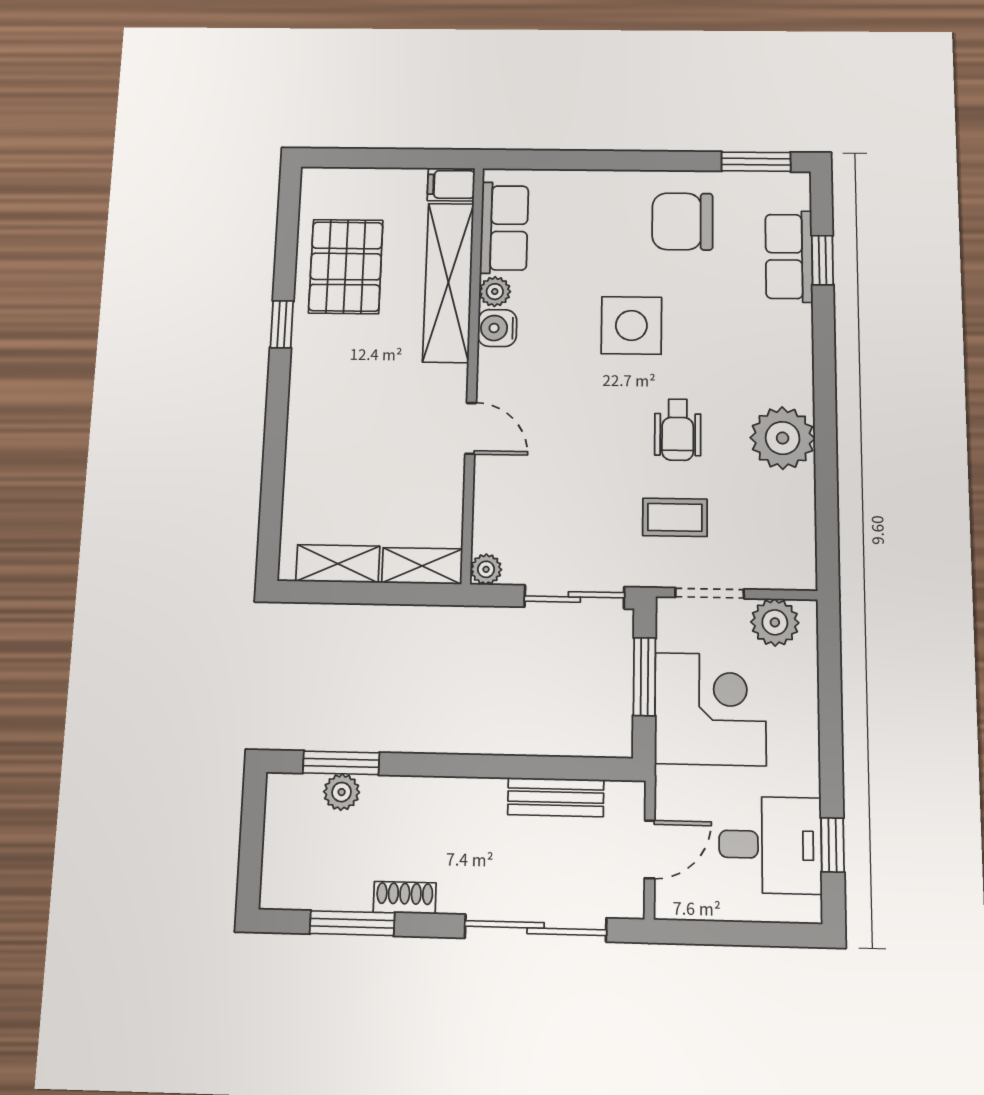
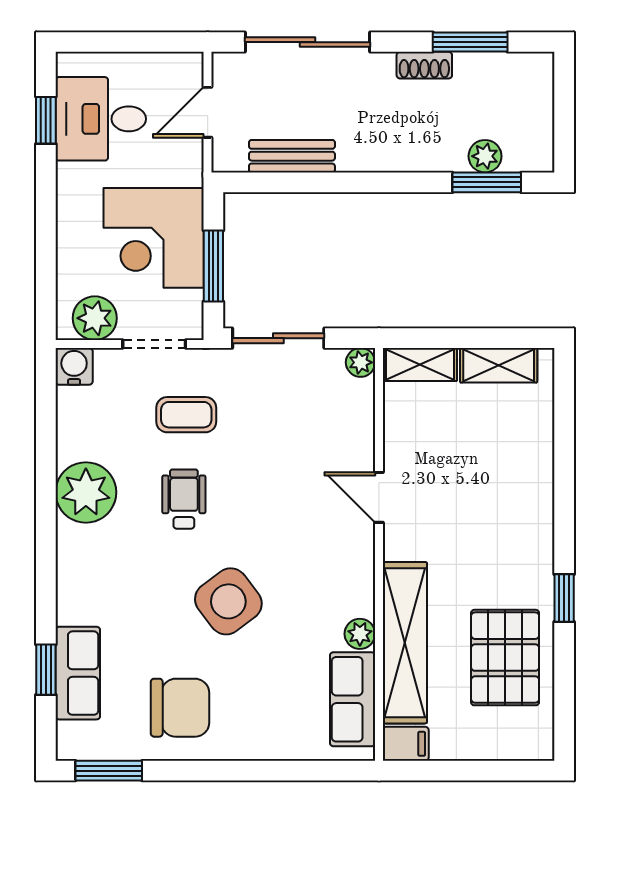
side table: (631, 325) -> (228, 601), turned -37
water cooler: (497, 328) -> (74, 366), moved, turned -90

